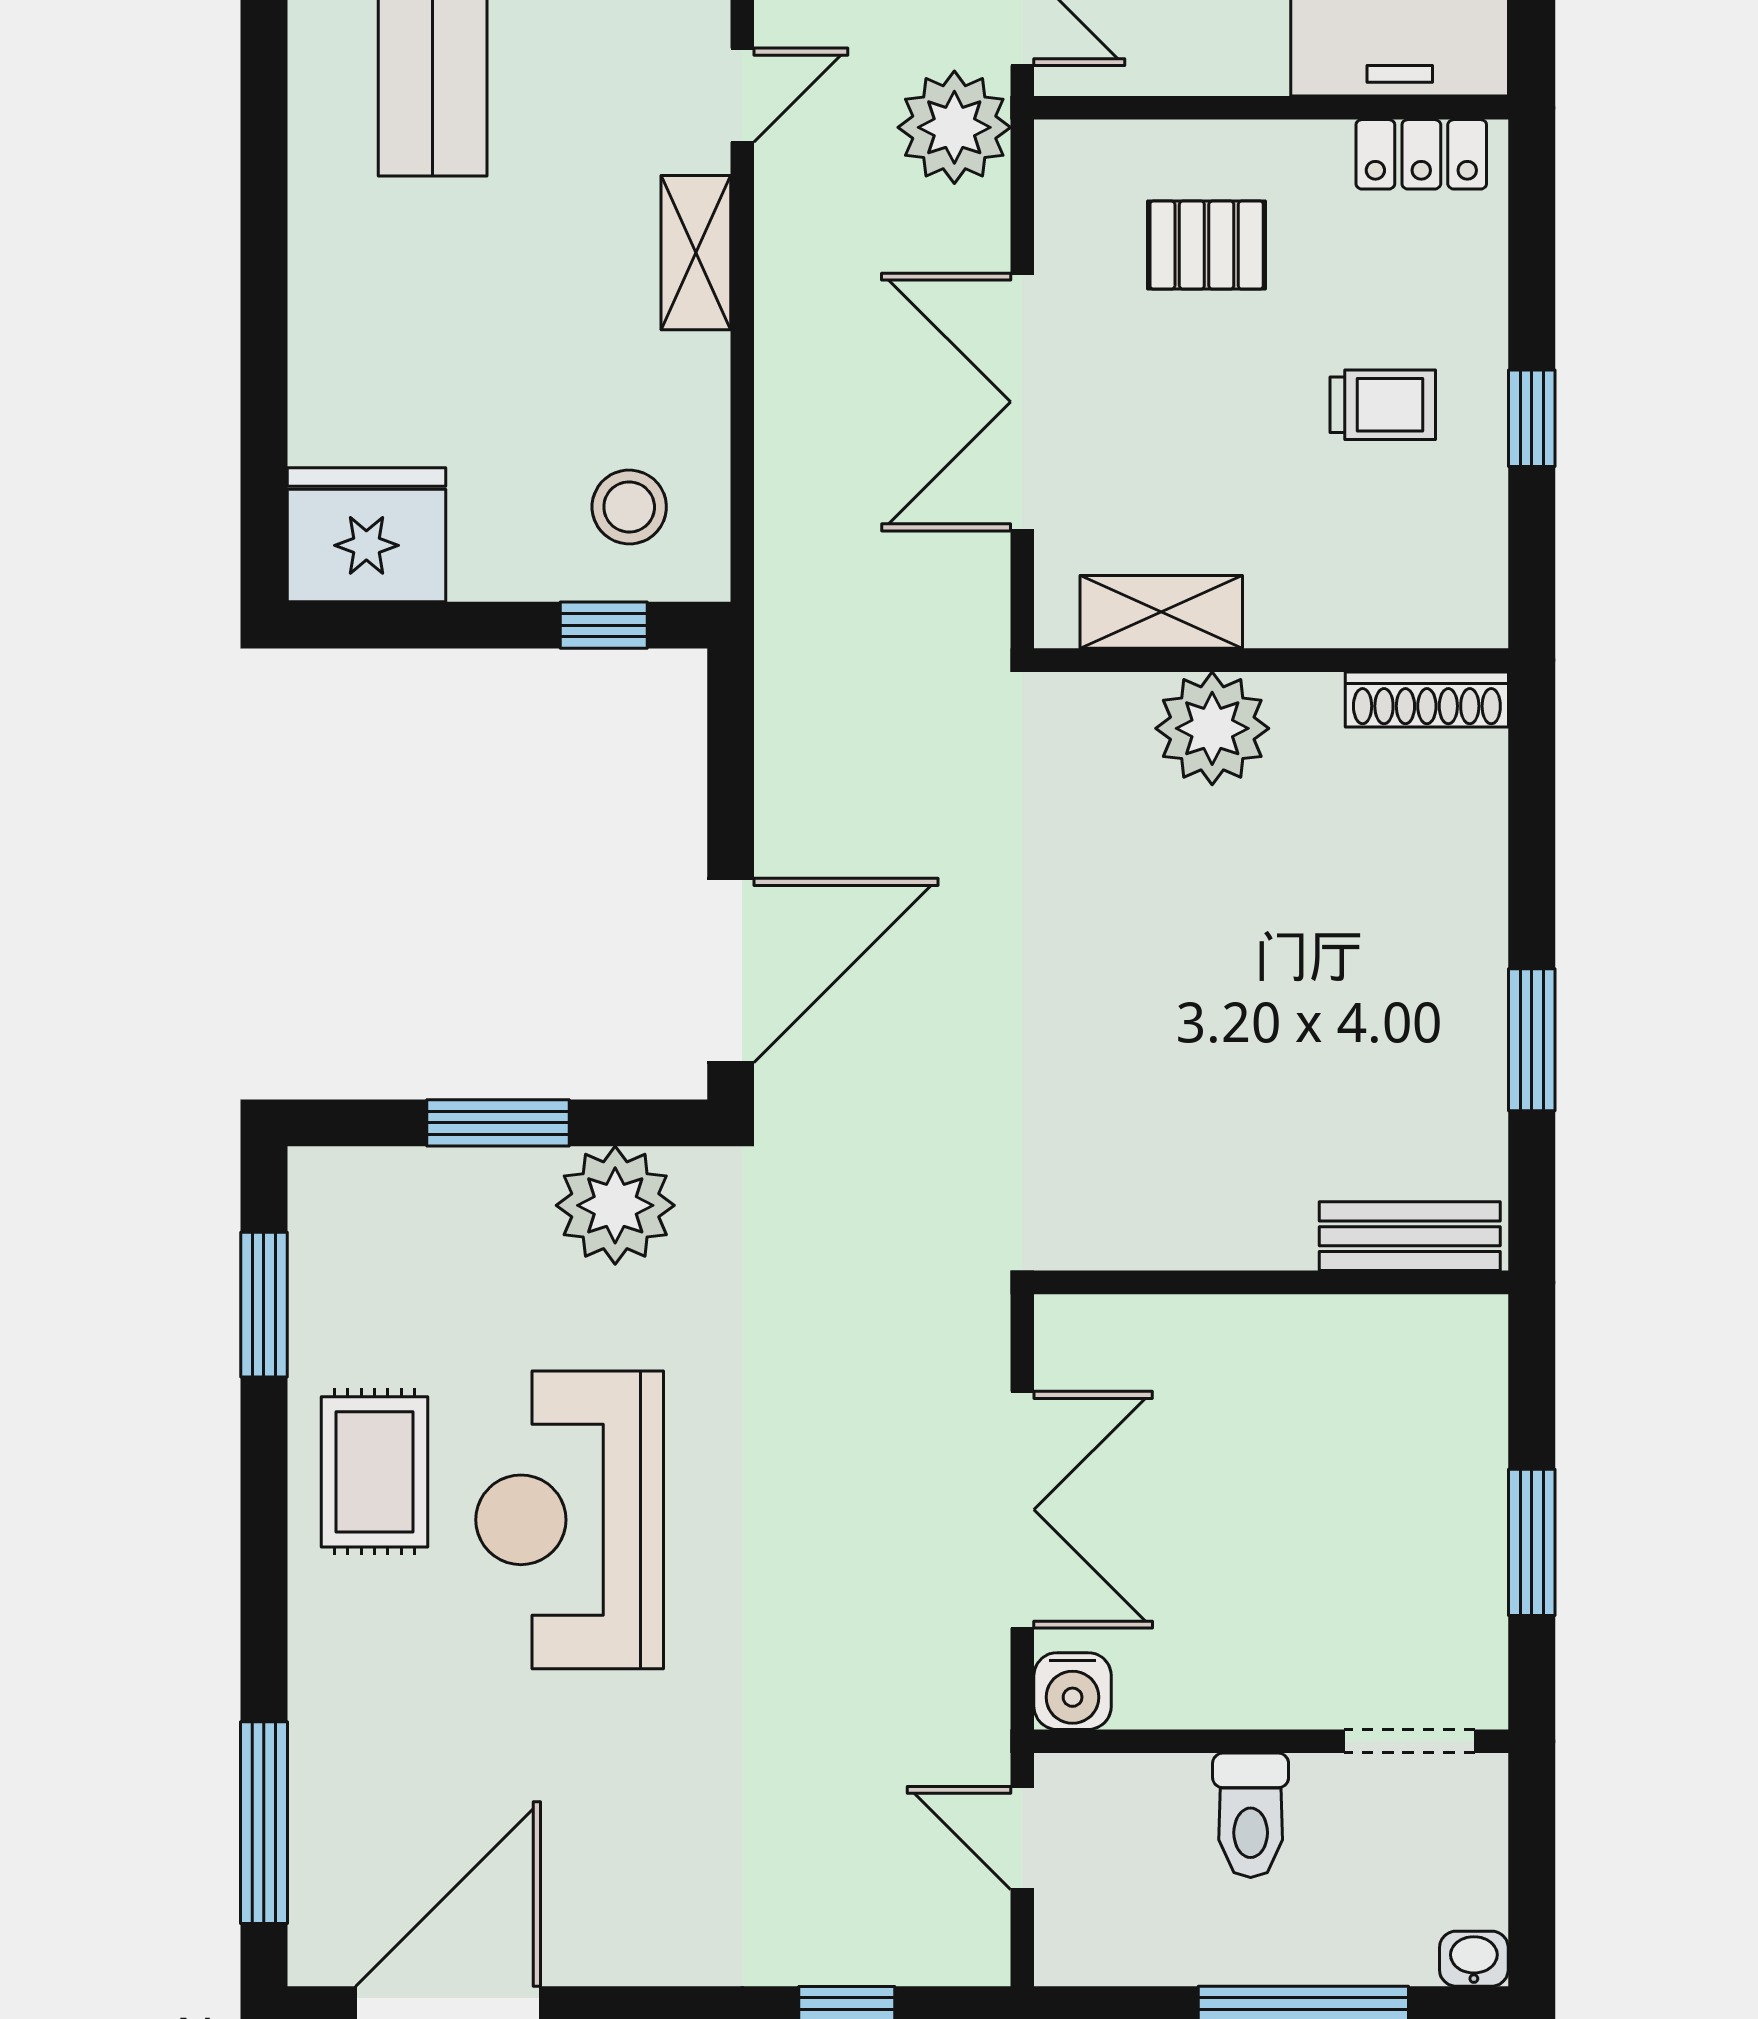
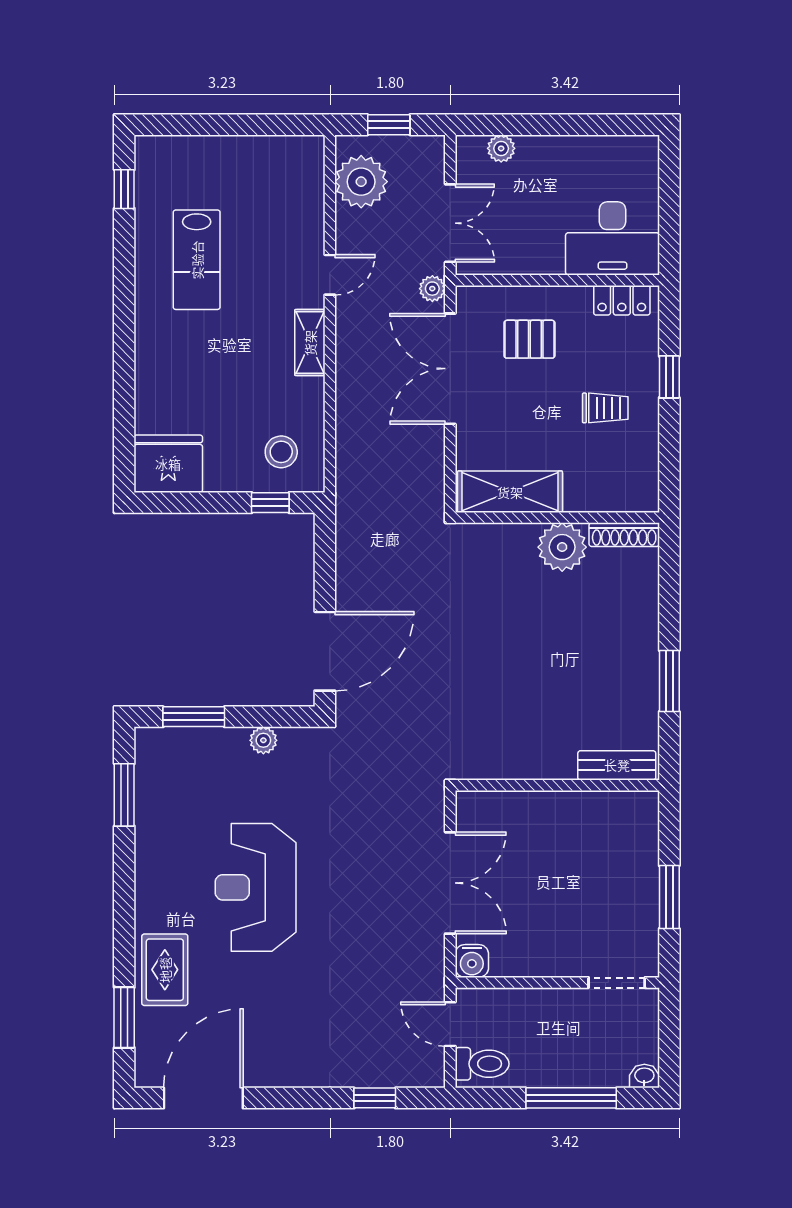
plant: (954, 127) -> (432, 289), width x0.53, depth x0.53
double door: (1022, 402) -> (450, 369), moved
window: (1532, 418) -> (669, 377), moved
shelving: (1161, 612) -> (510, 492), width x1.50, depth x1.33
plant: (1212, 728) -> (562, 547), moved
window: (498, 1123) -> (194, 717), moved
plant: (615, 1205) -> (263, 740), width x0.53, depth x0.53
rug: (375, 1472) -> (165, 970), moved
toilet: (1251, 1815) -> (482, 1064), moved, turned -90
window: (264, 1823) -> (124, 1018), width x0.69

